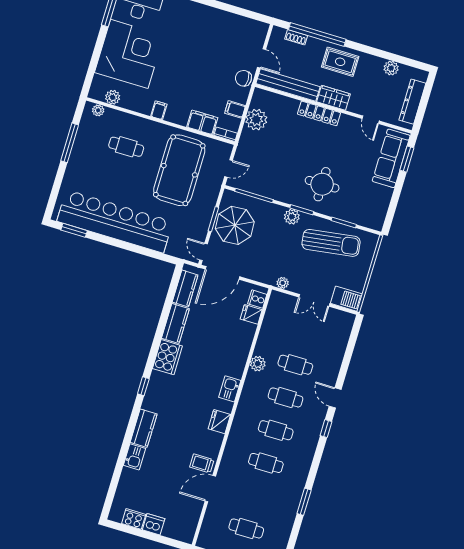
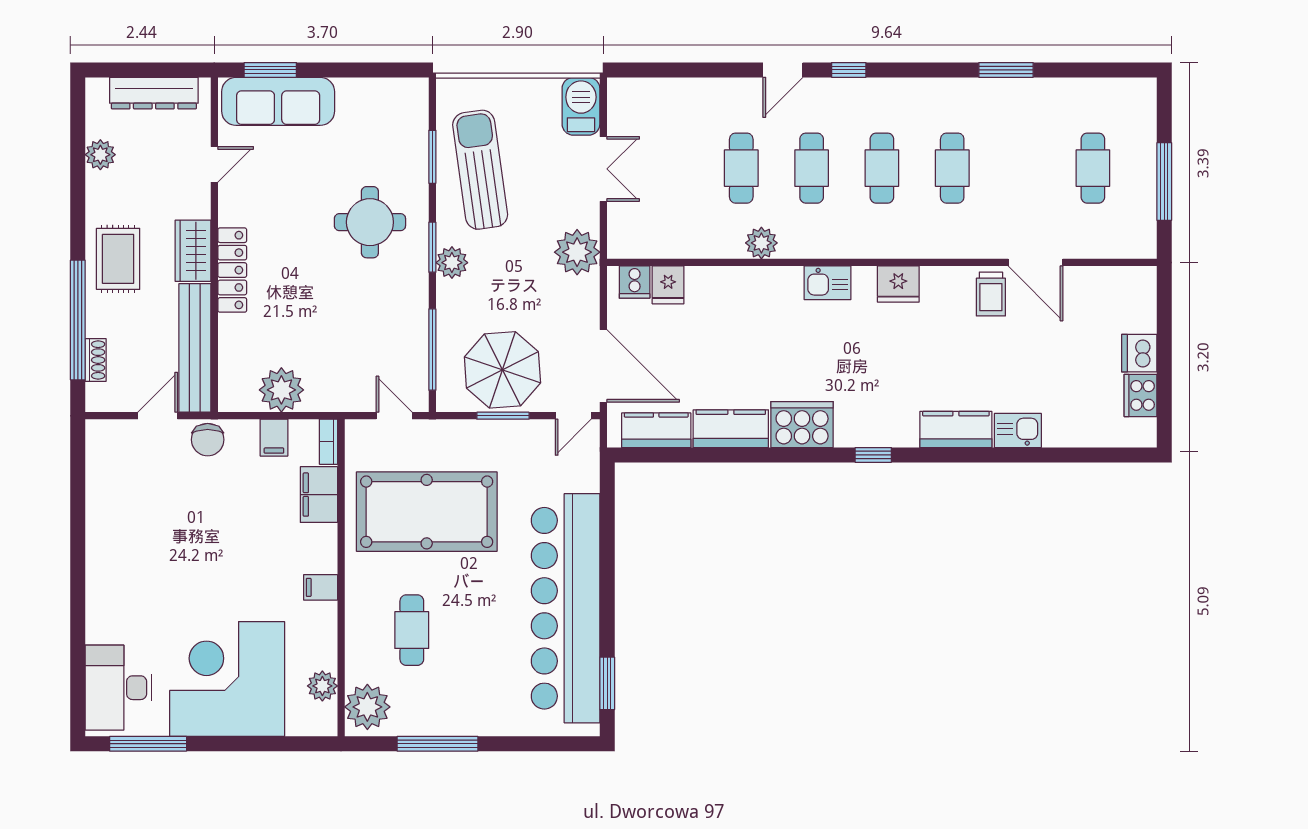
plant: (98, 110) -> (367, 707), width x1.87, depth x1.87
plant: (283, 283) -> (577, 252), width x1.87, depth x1.87

